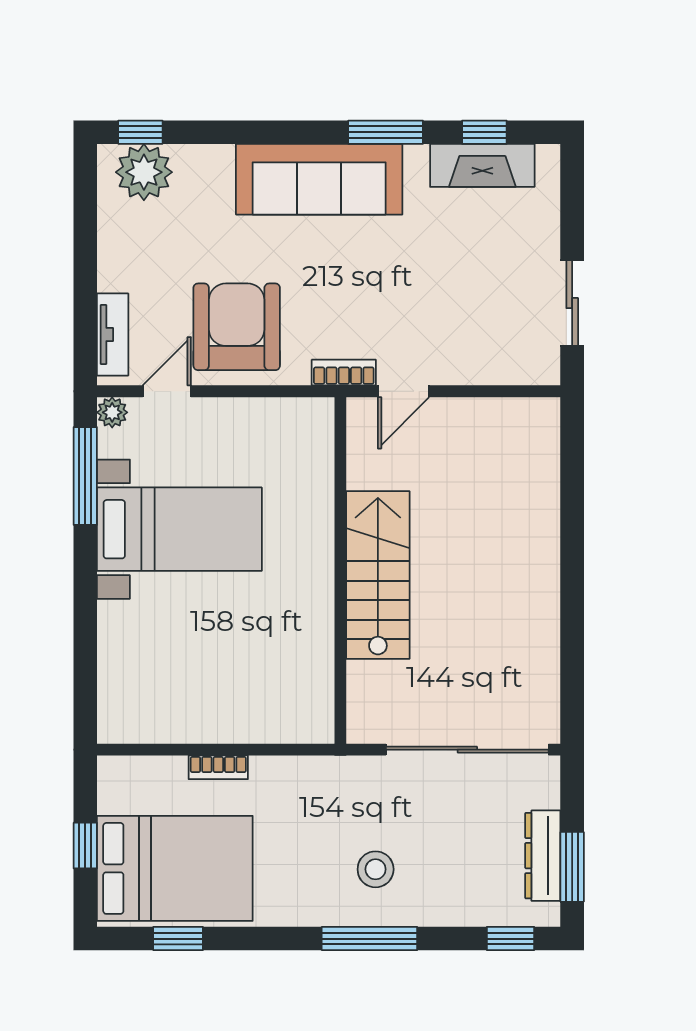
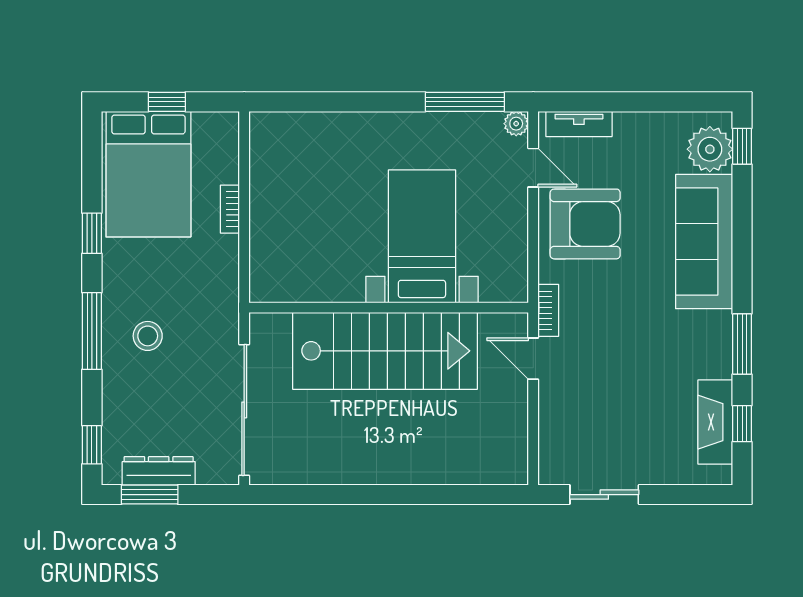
sofa: (319, 179) -> (704, 242), moved
bed with nightstands: (179, 529) -> (422, 236), moved, turned 180
stairs: (378, 575) -> (385, 351), width x1.36, depth x1.51
window: (178, 939) -> (92, 233), moved

